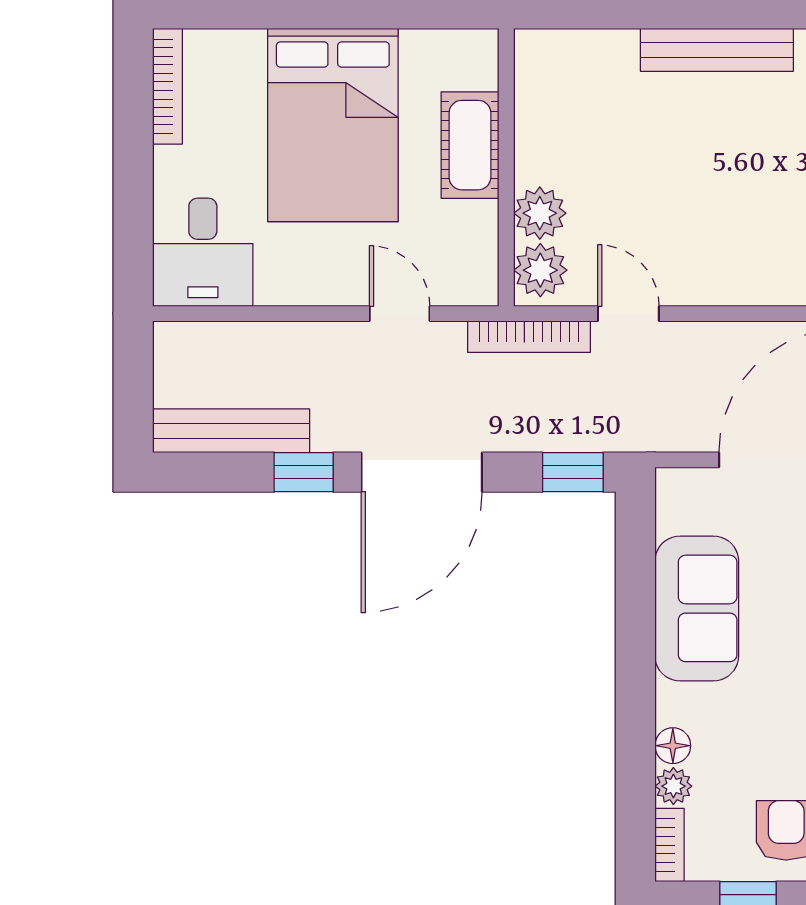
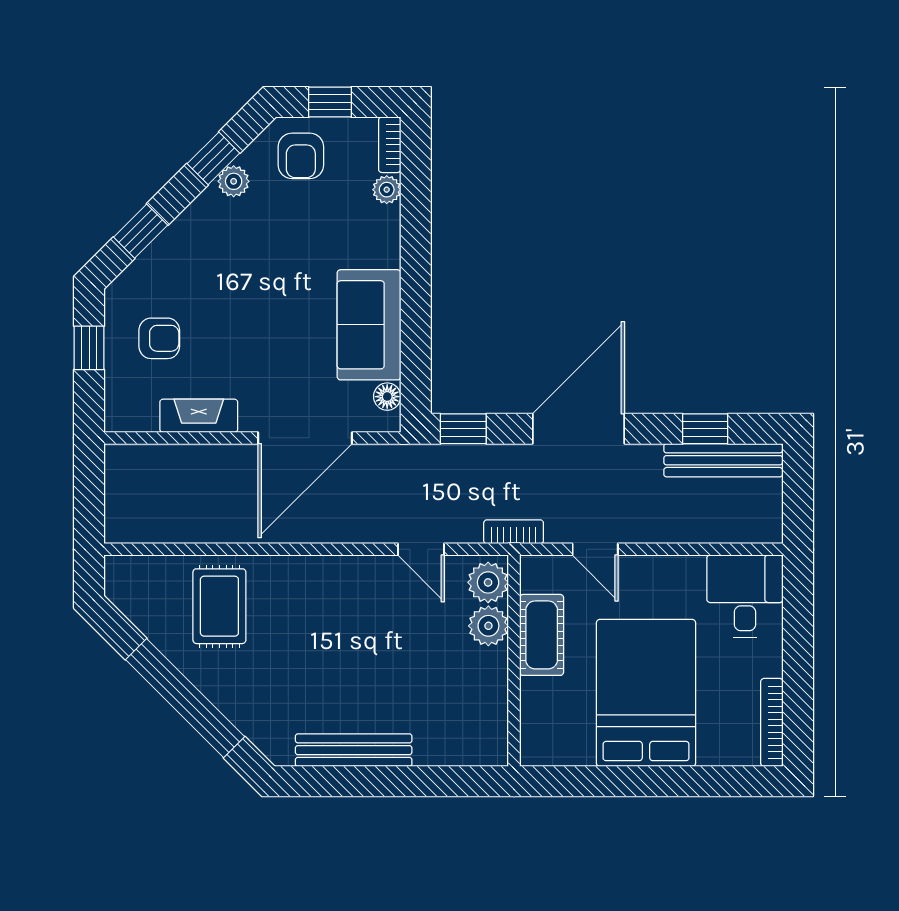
cot: (470, 145) -> (542, 635), moved
bookcase: (529, 337) -> (514, 532), width x0.64
window: (304, 472) -> (705, 429), moved
floor lamp: (673, 746) -> (387, 397), moved

